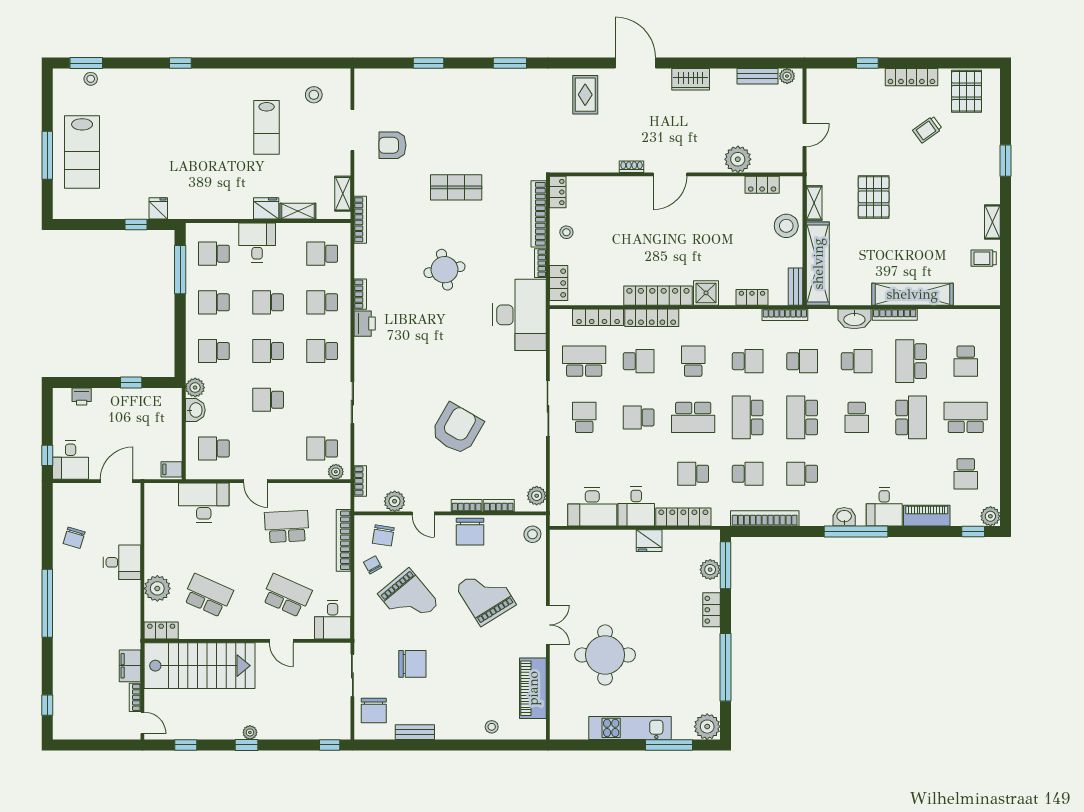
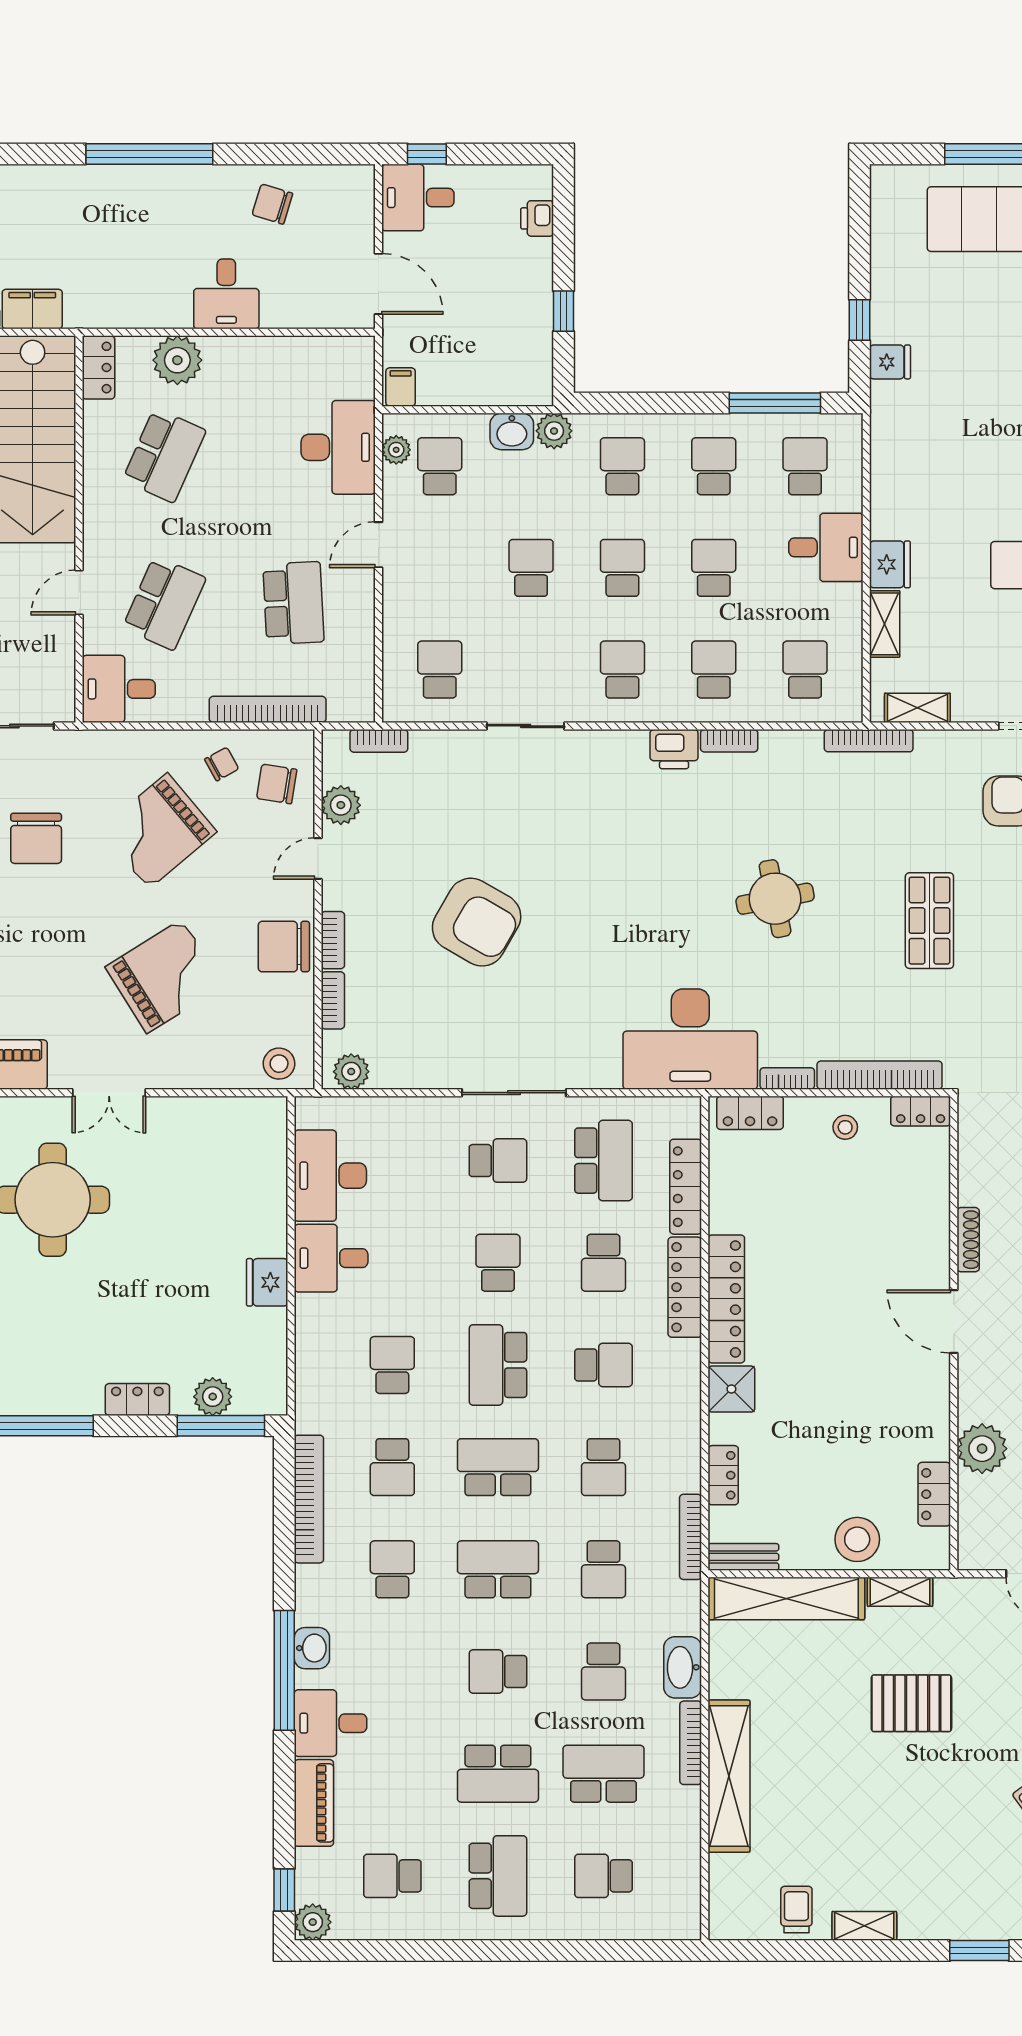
shoe rack: (632, 167) -> (968, 1240), width x1.43
plant: (336, 472) -> (396, 450), moved
locker: (683, 517) -> (312, 1347), removed

